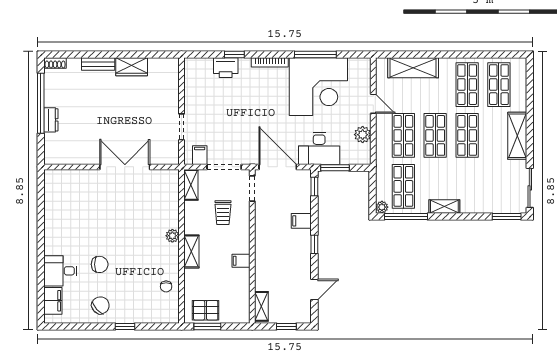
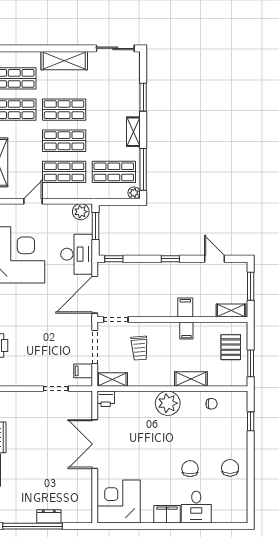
plant: (363, 135) -> (81, 212), moved
window: (335, 168) -> (96, 226), moved
printer: (171, 178) -> (106, 399), added
corner desk: (66, 191) -> (119, 501), added
trolley: (223, 213) -> (139, 348), turned 86
window: (507, 216) -> (143, 97), moved
filing cabinet: (301, 221) -> (185, 307), moved, turned 180
plant: (172, 236) -> (168, 403), width x1.87, depth x1.87
shelving: (191, 251) -> (191, 379), moved
filing cabinet: (53, 301) -> (167, 514), moved
chair: (100, 305) -> (230, 468), turned 42
pallet: (206, 310) -> (231, 347), moved
window: (125, 327) -> (251, 421), moved
window: (286, 327) -> (251, 286), width x1.50

